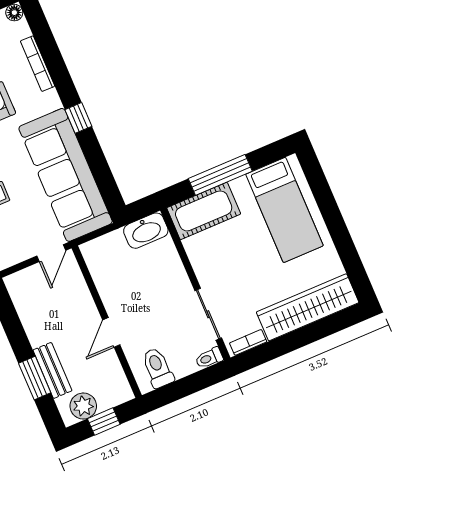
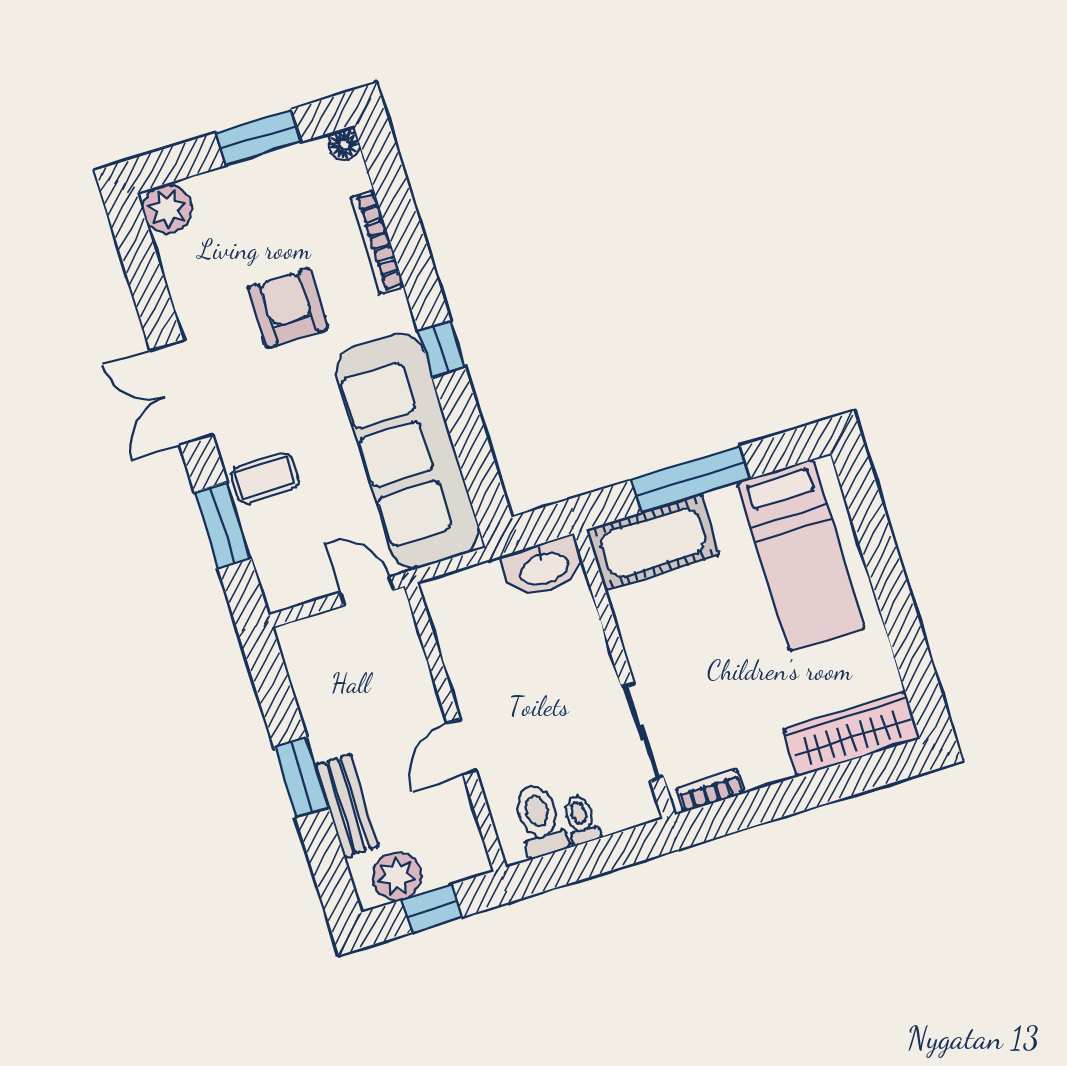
door: (51, 253) -> (367, 591), swing flipped
wardrobe: (308, 307) -> (851, 734), width x0.71, depth x0.85
toilet: (209, 358) -> (581, 820), moved, turned 90
window: (35, 378) -> (301, 777), moved

